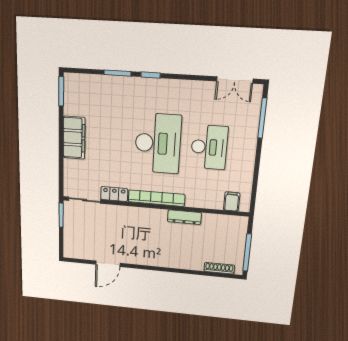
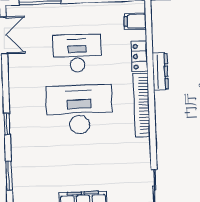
window: (117, 73) -> (9, 176), moved
locker: (114, 194) -> (139, 57), moved

